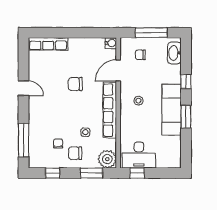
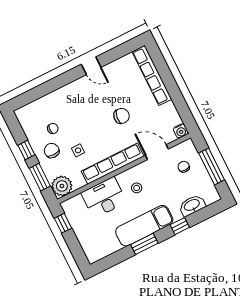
row of seats: (48, 44) -> (152, 75), width x1.36
washbasin: (174, 53) -> (192, 205), moved
chair: (75, 84) -> (122, 116), turned 98
door: (24, 88) -> (91, 66), hinge flipped
window: (24, 140) -> (39, 92), removed
desk: (139, 155) -> (104, 198), moved, turned 90
window: (53, 173) -> (26, 150), moved

